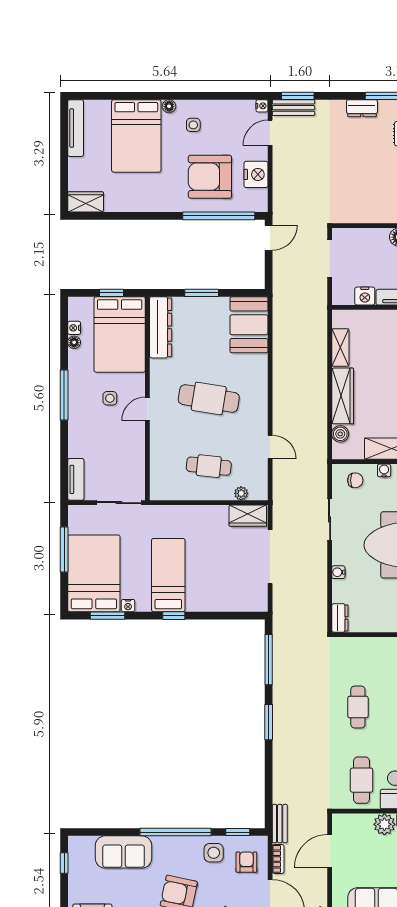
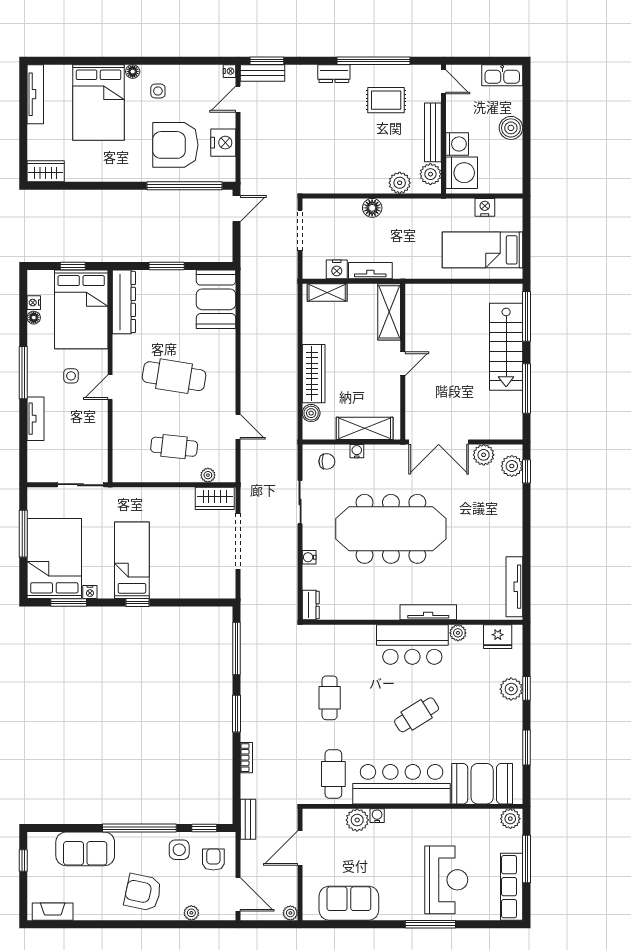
shelving: (340, 348) -> (327, 292), moved, turned 90
tv unit: (76, 479) -> (36, 419), moved
bookcase: (278, 859) -> (246, 758), moved

